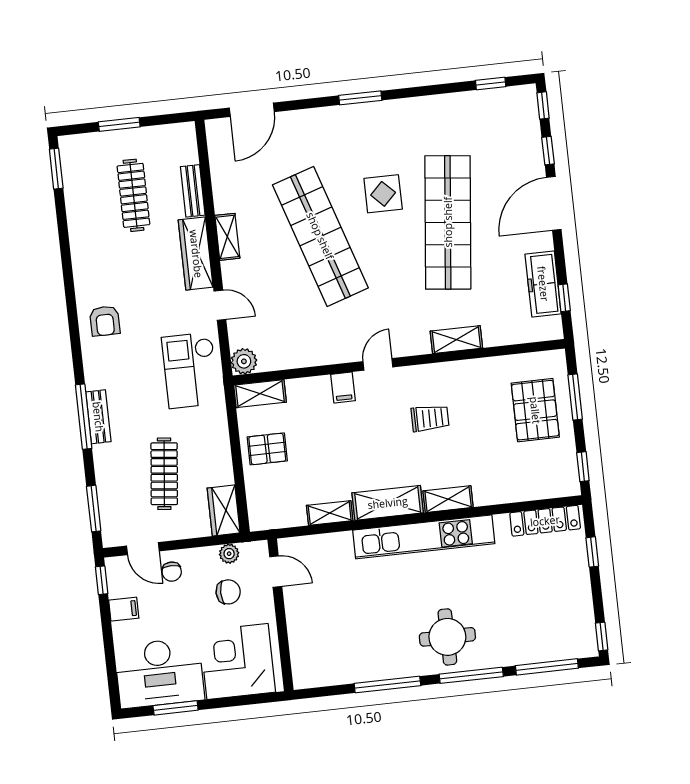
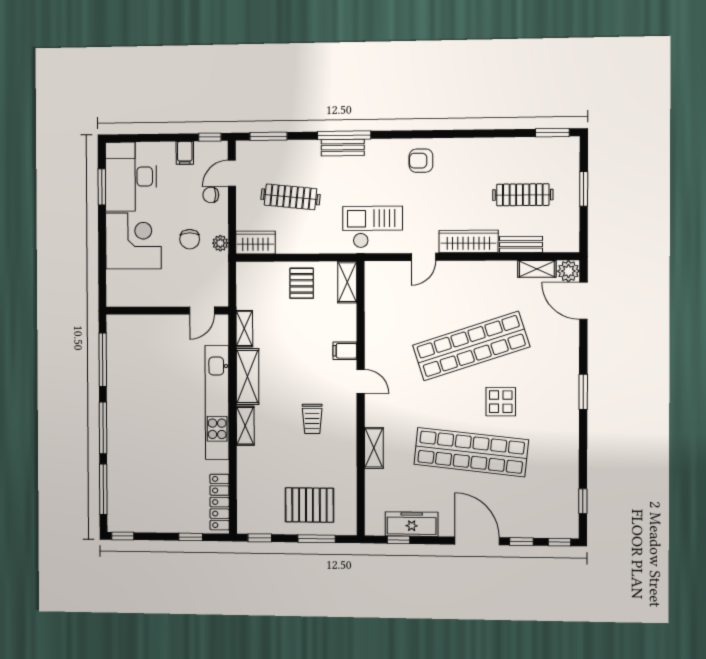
shelving: (227, 237) -> (537, 269), moved
plant: (244, 361) -> (568, 271), moved
door: (276, 572) -> (202, 311), moved
wall: (280, 615) -> (167, 311), moved
round table: (447, 637) -> (135, 412), removed

